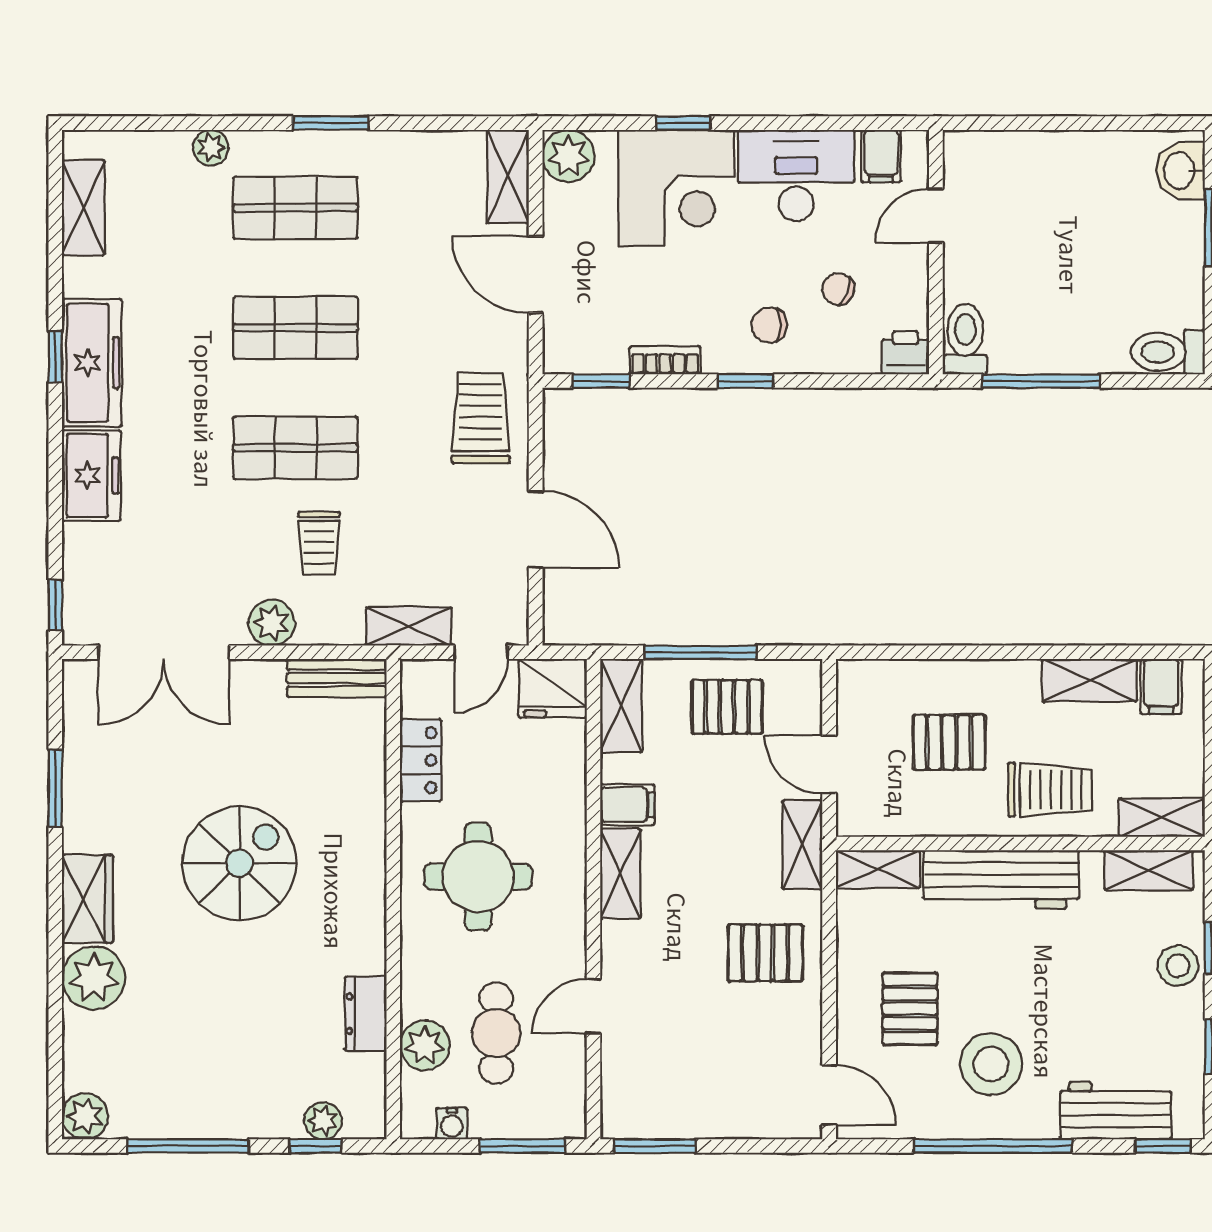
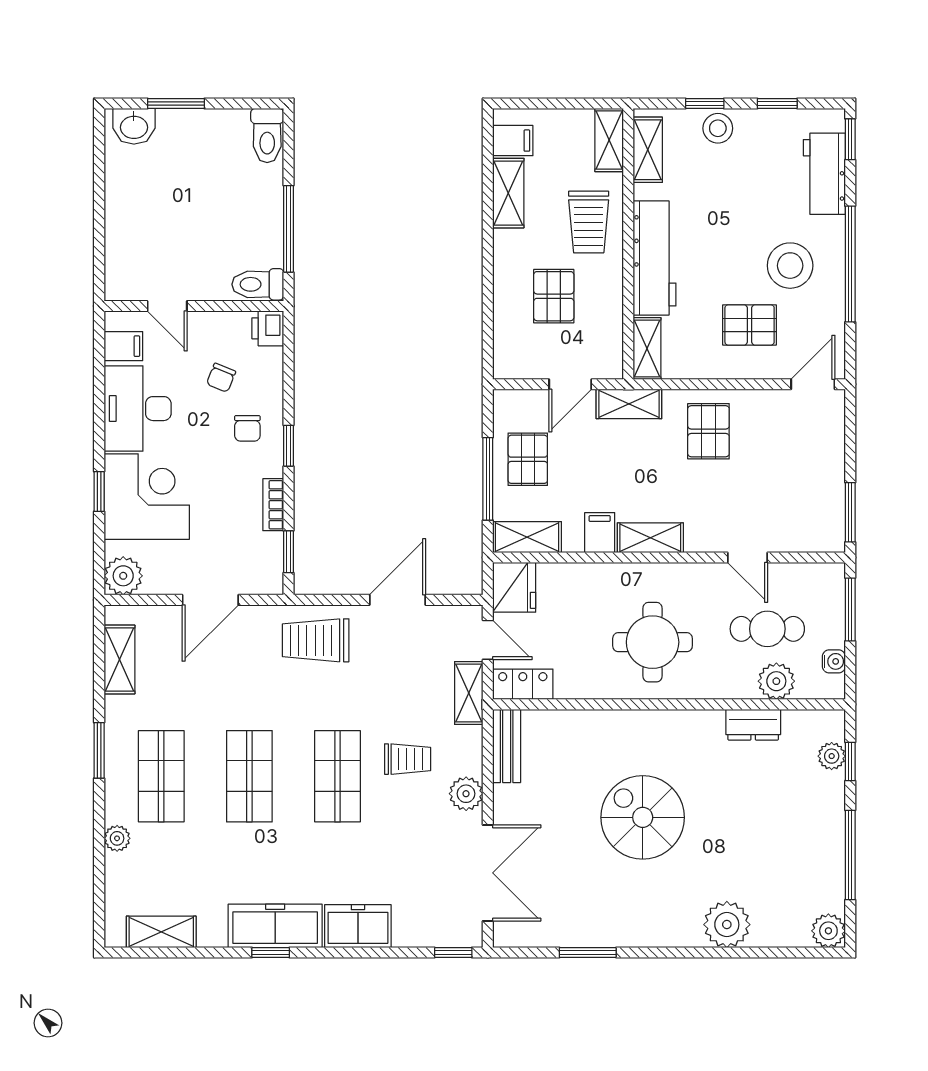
shelving: (508, 176) -> (119, 659), moved, turned 90
locker: (421, 760) -> (523, 684), moved
trolley: (1050, 790) -> (589, 222), turned 180
wardrobe: (87, 899) -> (669, 929), removed

